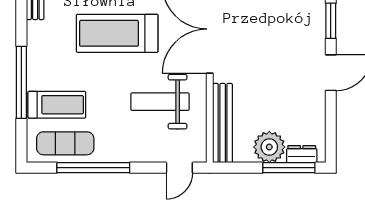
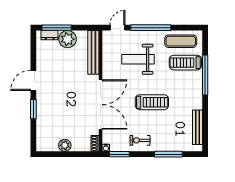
treadmill: (117, 33) -> (152, 102), width x0.73, depth x0.73
weight bench: (160, 102) -> (138, 59), moved, turned 180
window: (93, 168) -> (151, 28), moved

